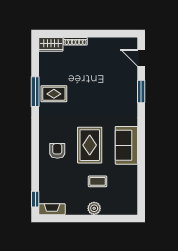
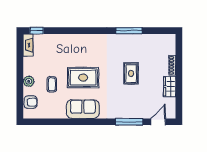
wardrobe: (51, 44) -> (170, 87), moved
window: (141, 91) -> (129, 122), width x1.44
rug: (54, 94) -> (131, 73), moved
armchair: (57, 151) -> (31, 102), moved

